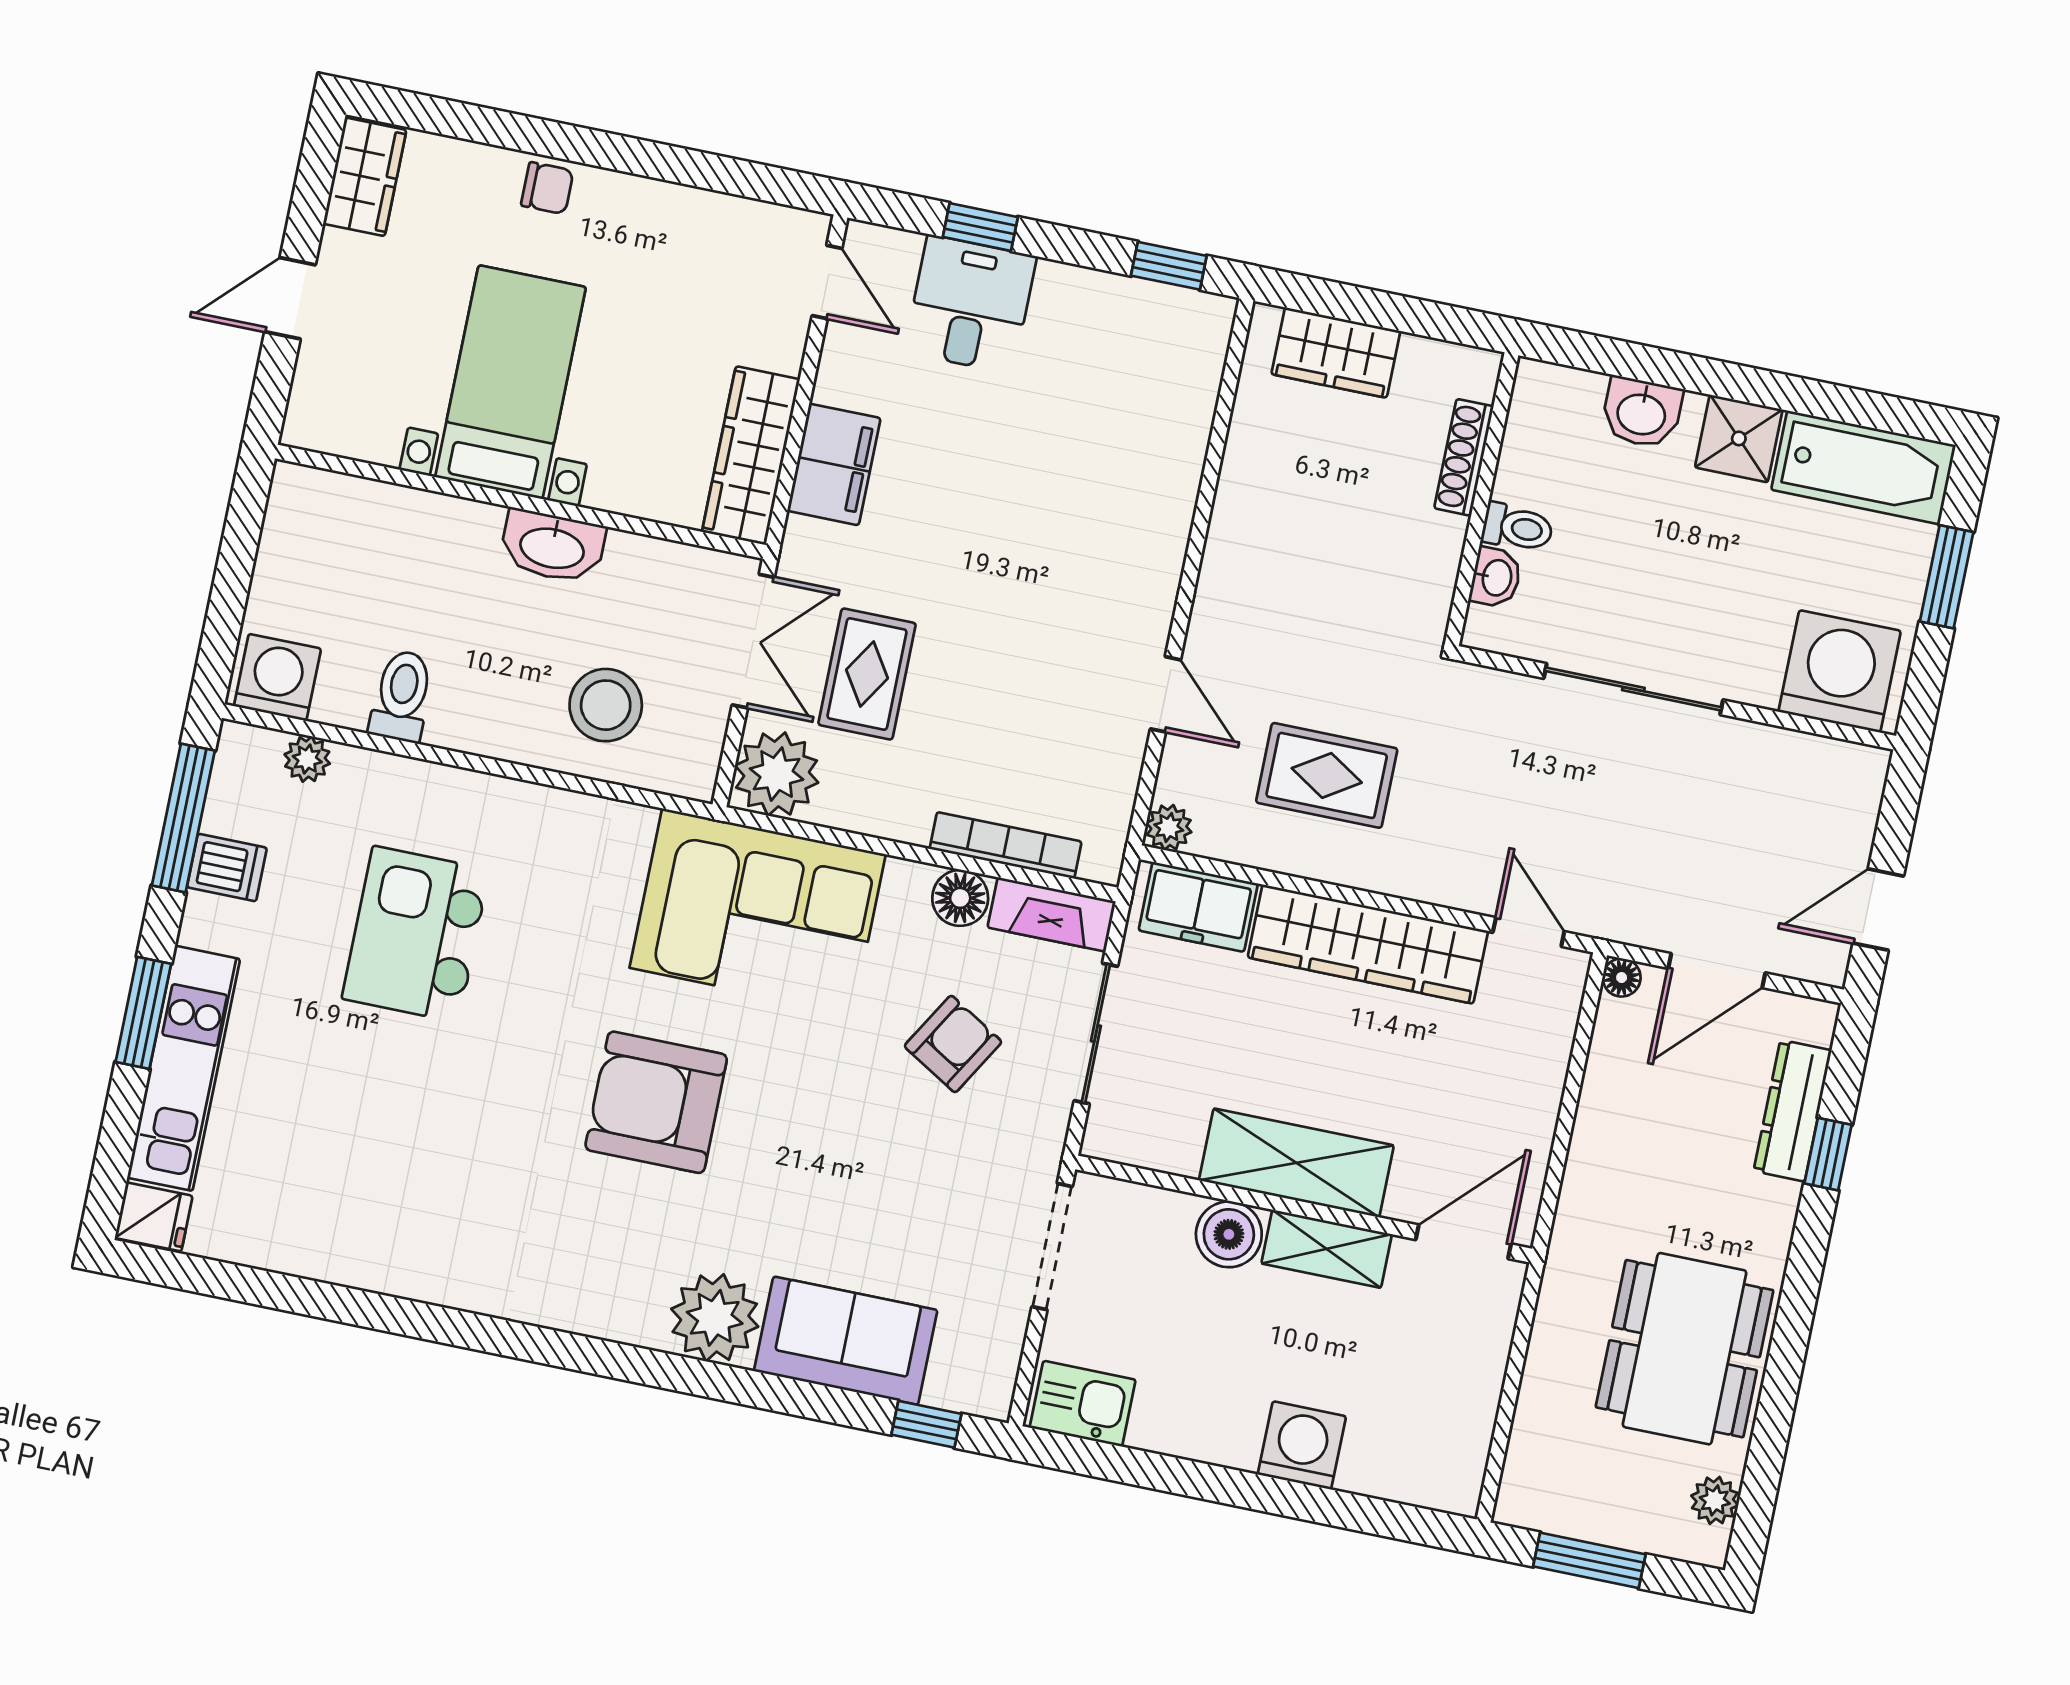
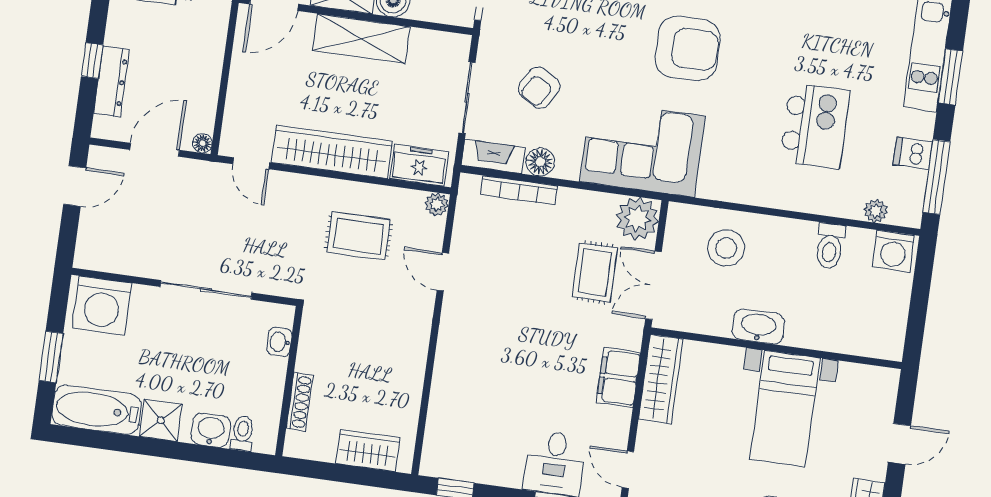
toilet: (1518, 528) -> (242, 433), moved, turned 90

